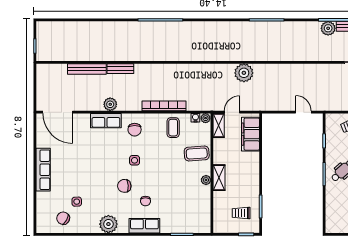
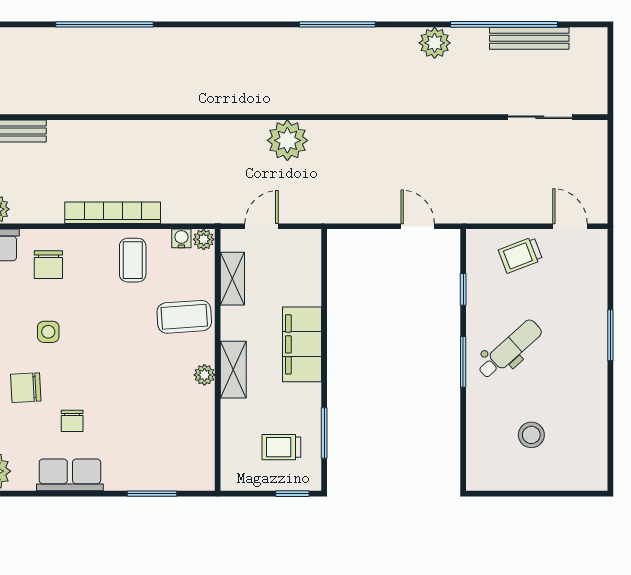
plant: (328, 28) -> (435, 43), moved
shelving: (219, 125) -> (232, 279), moved
filing cabinet: (250, 134) -> (302, 344), moved

